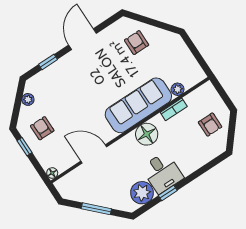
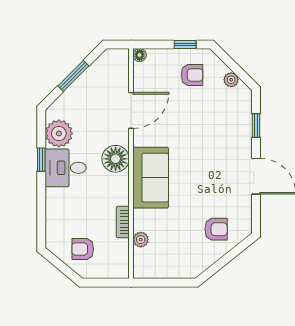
sofa: (138, 105) -> (151, 178), width x0.73
floor lamp: (147, 134) -> (116, 159), moved

